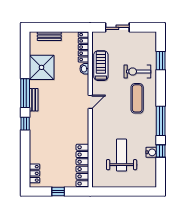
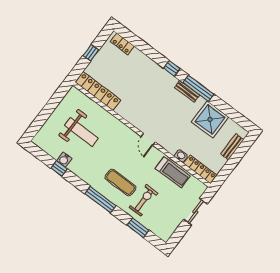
window: (161, 121) -> (101, 200), moved

